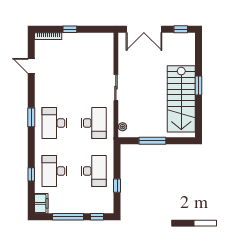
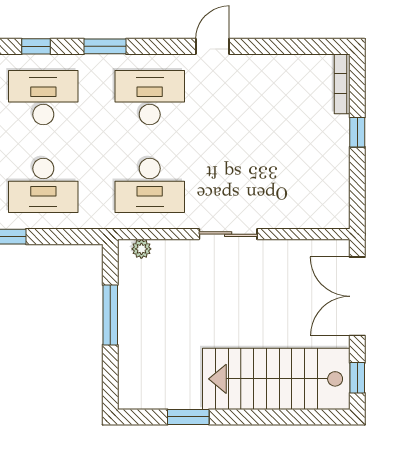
door: (31, 66) -> (212, 46), moved
window: (198, 85) -> (188, 417), moved
stairs: (181, 99) -> (276, 379), moved
window: (31, 117) -> (105, 46), moved

